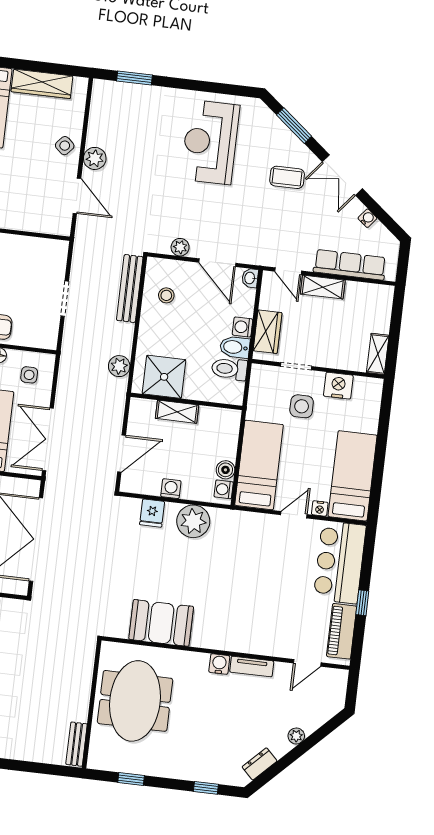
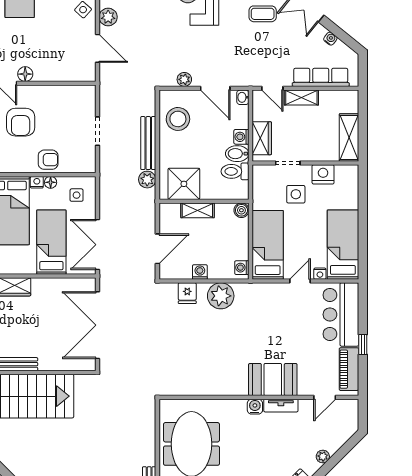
bench: (130, 289) -> (148, 143), moved
stool: (166, 295) -> (178, 119), width x1.89, depth x1.89
shelving: (378, 354) -> (349, 137), width x1.50, depth x1.33
boiler: (225, 470) -> (241, 210), moved
booth: (161, 623) -> (273, 380), moved

